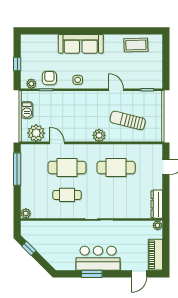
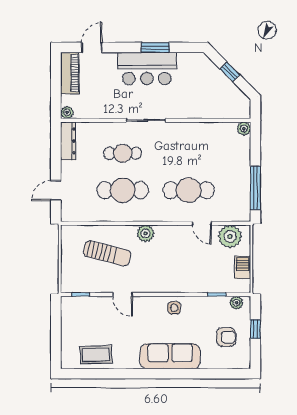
armchair: (49, 78) -> (226, 337), moved, turned -90
cafe table: (67, 195) -> (123, 153), moved
window: (29, 248) -> (230, 72), moved

